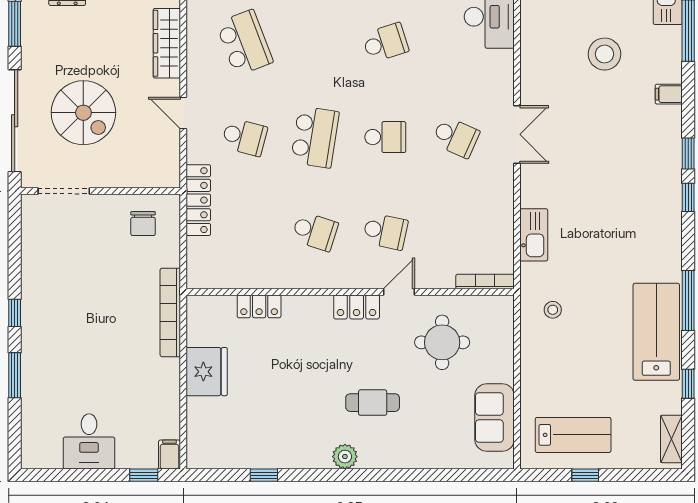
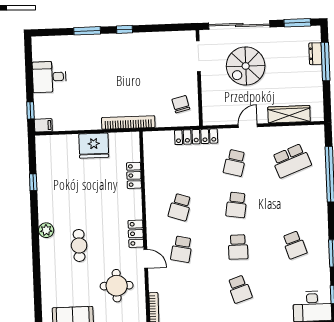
school desk: (315, 137) -> (236, 205), width x0.54
school desk: (456, 137) -> (240, 289), turned -42
chair: (143, 223) -> (181, 104), turned 76

